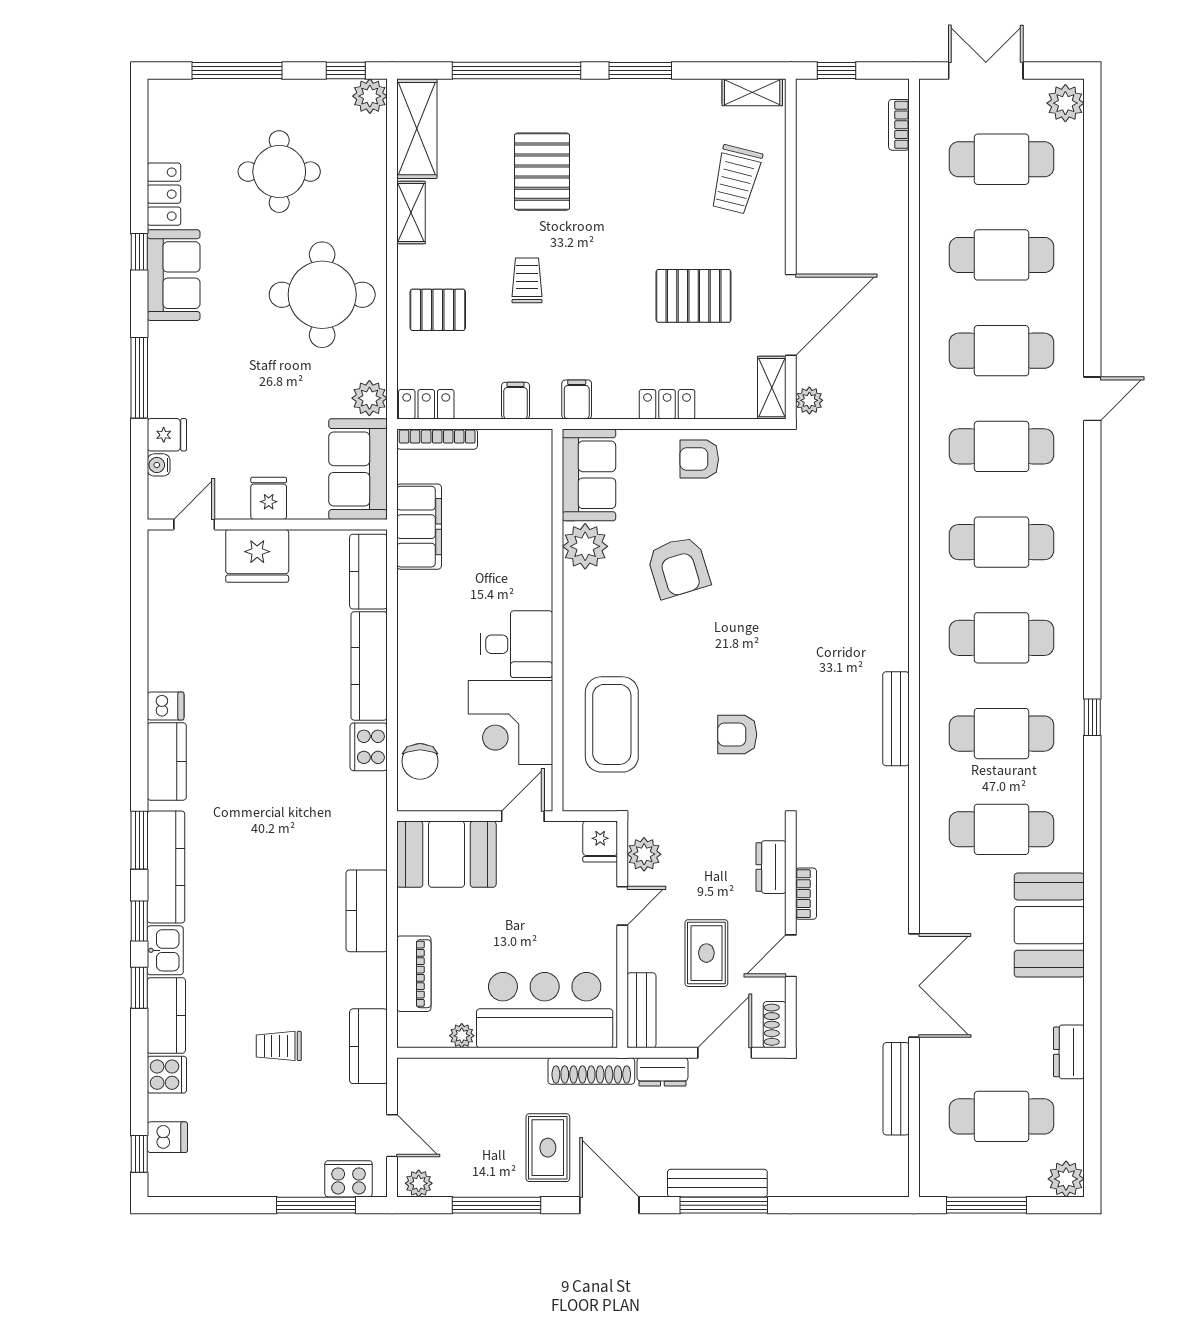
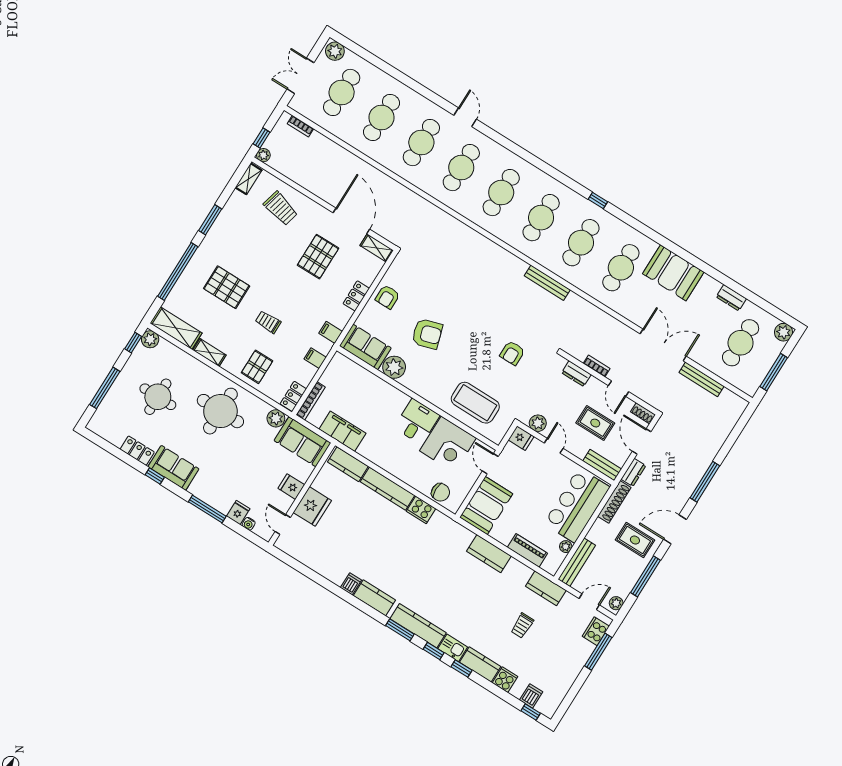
plant: (809, 400) -> (263, 155), moved
bench: (717, 1183) -> (577, 562), moved

